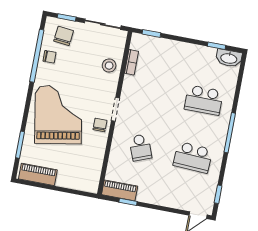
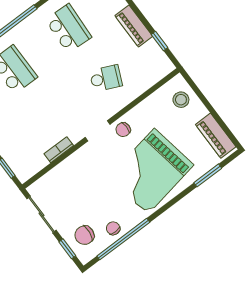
bookcase: (132, 62) -> (59, 150), moved
stool: (109, 66) -> (181, 100), moved
school desk: (140, 147) -> (106, 78), turned 45
piano: (120, 190) -> (134, 26), moved

